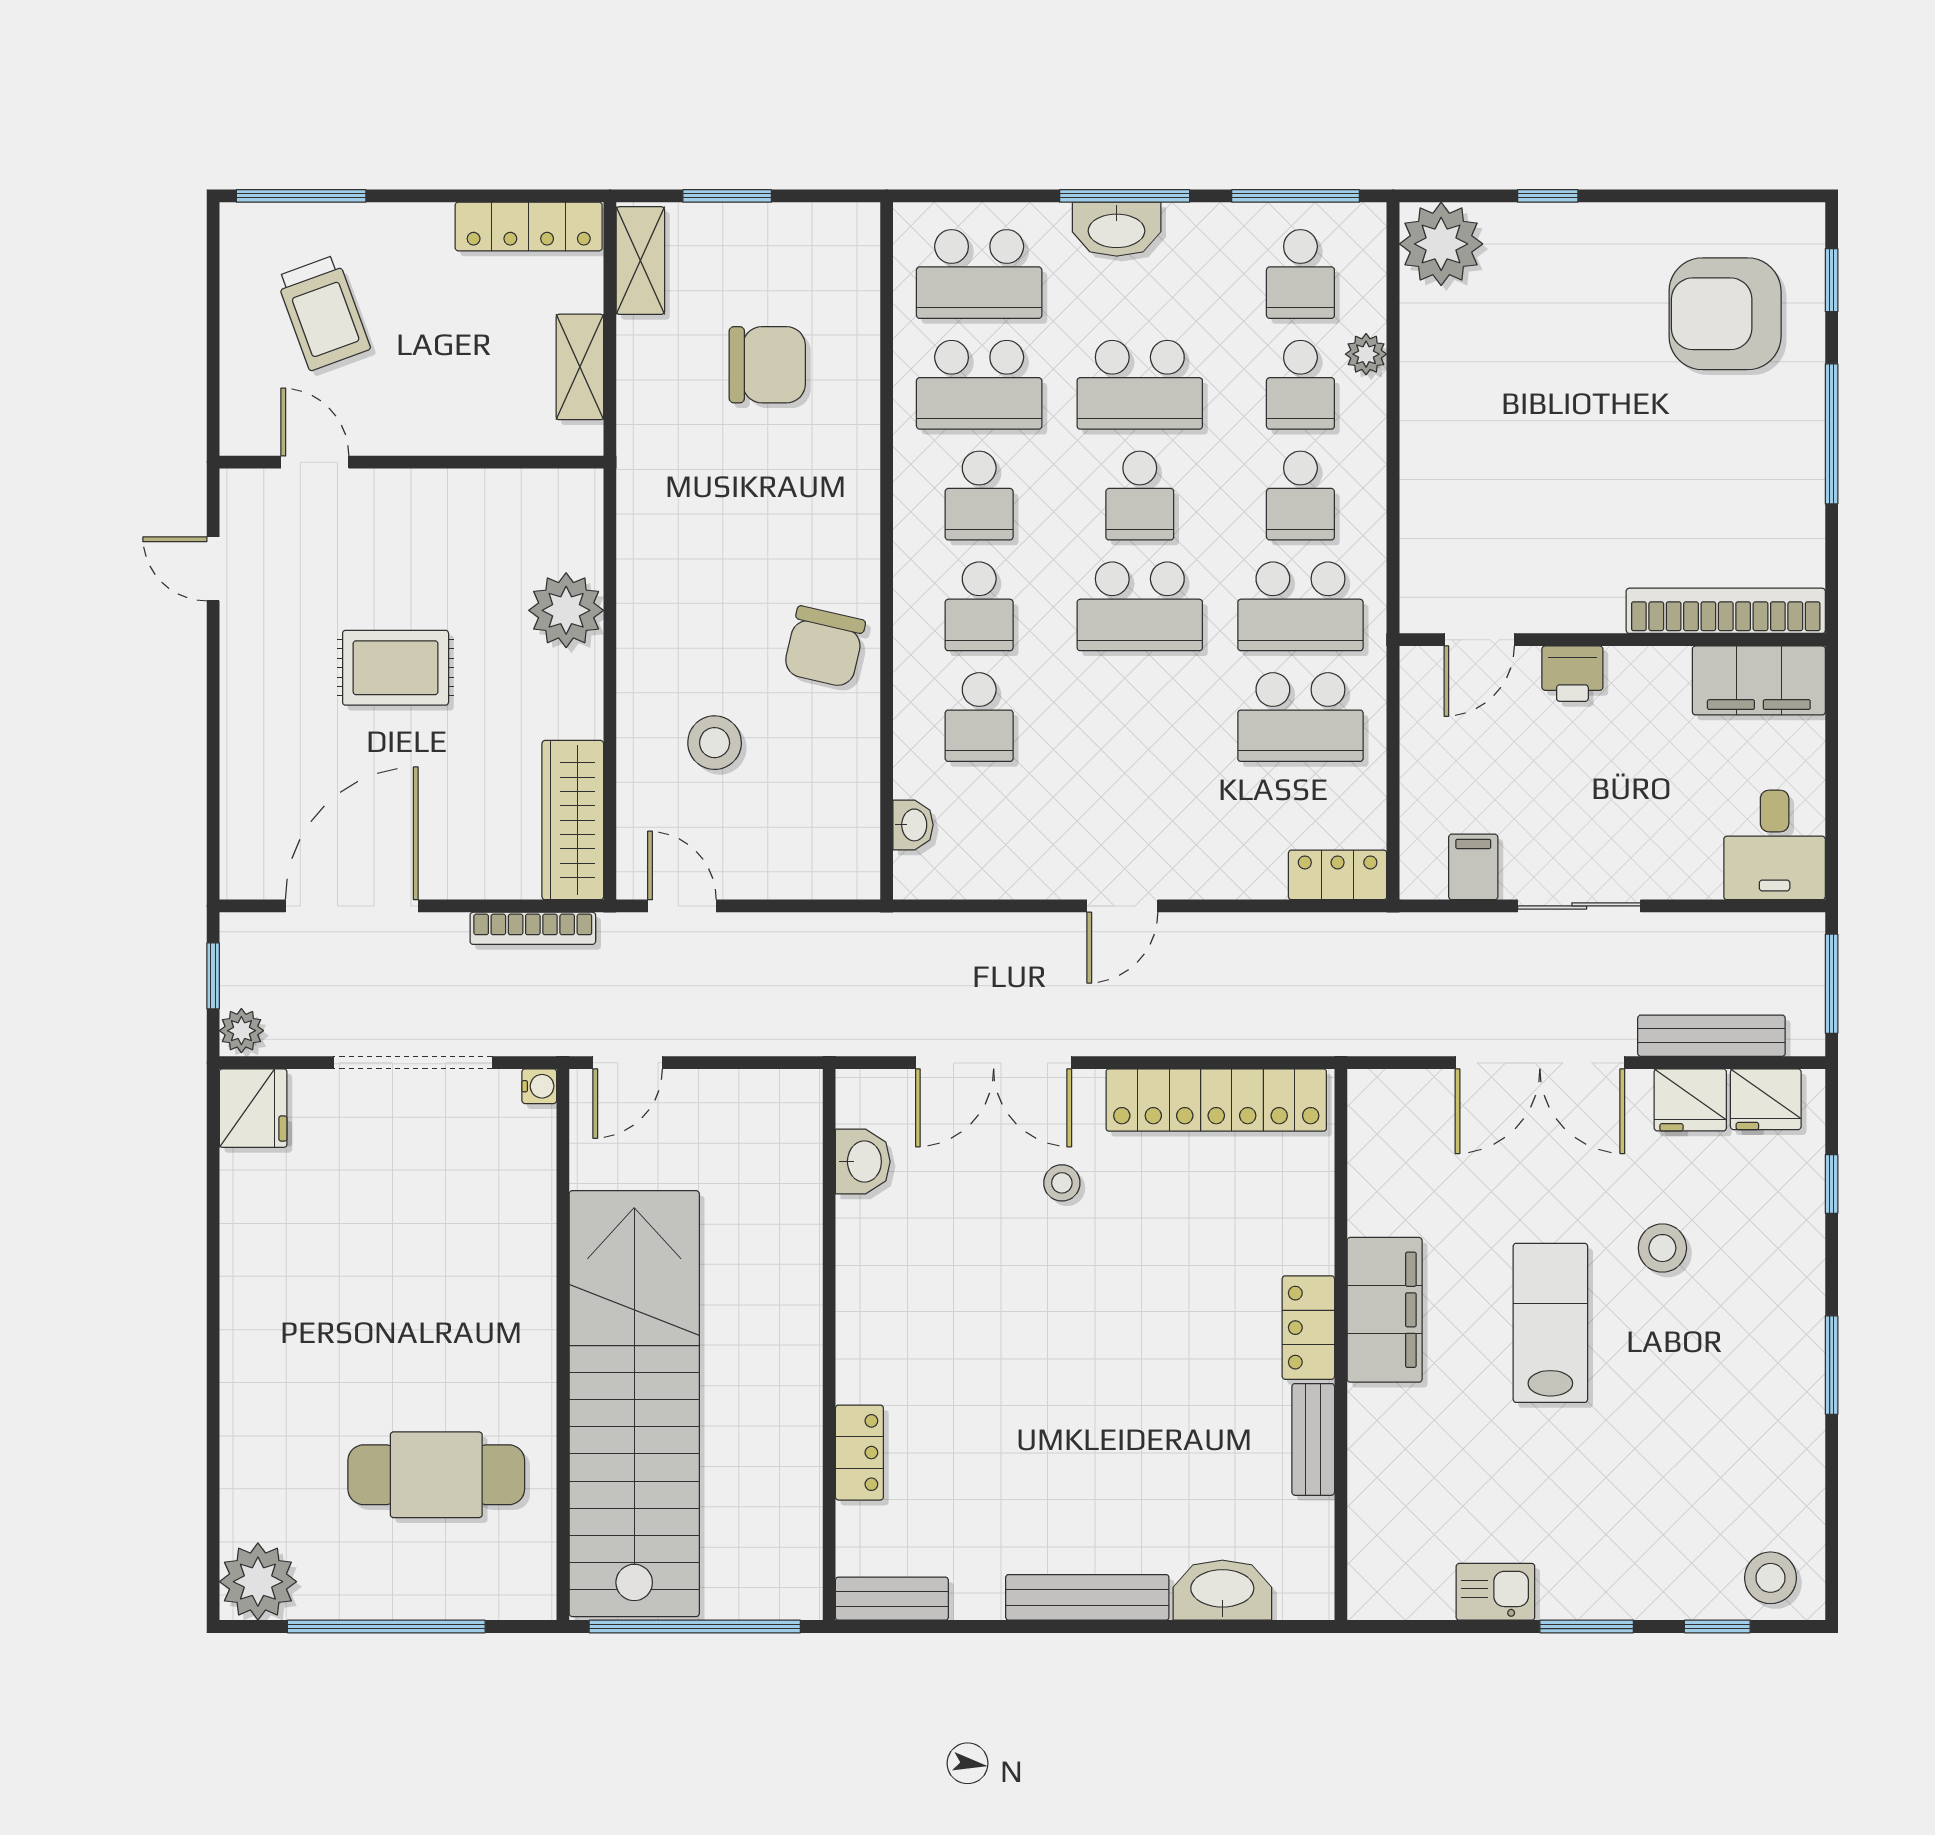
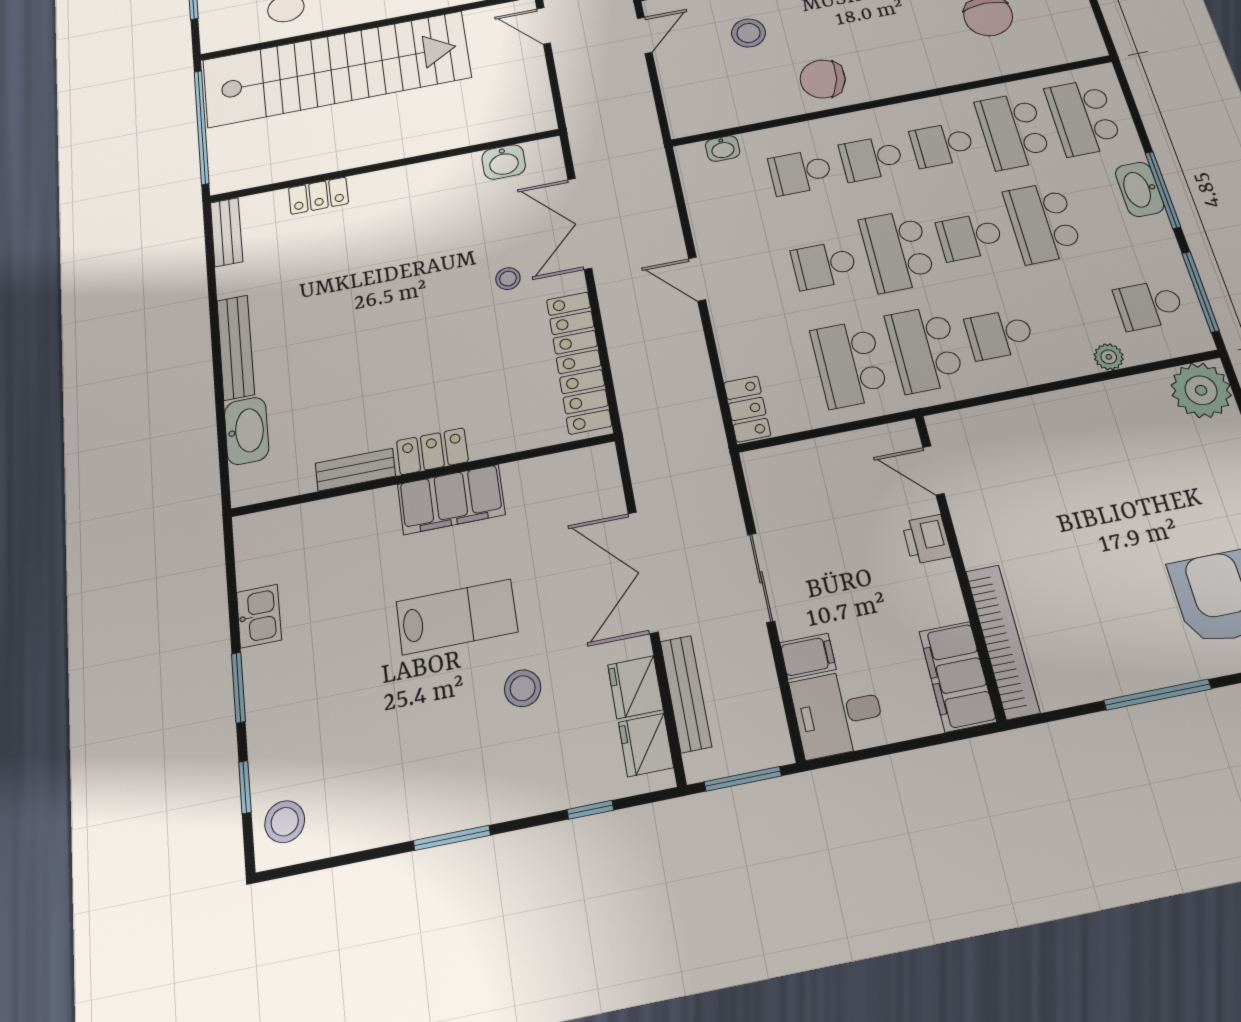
school desk: (1300, 385) -> (824, 265), moved
filing cabinet: (1473, 867) -> (808, 656), moved

